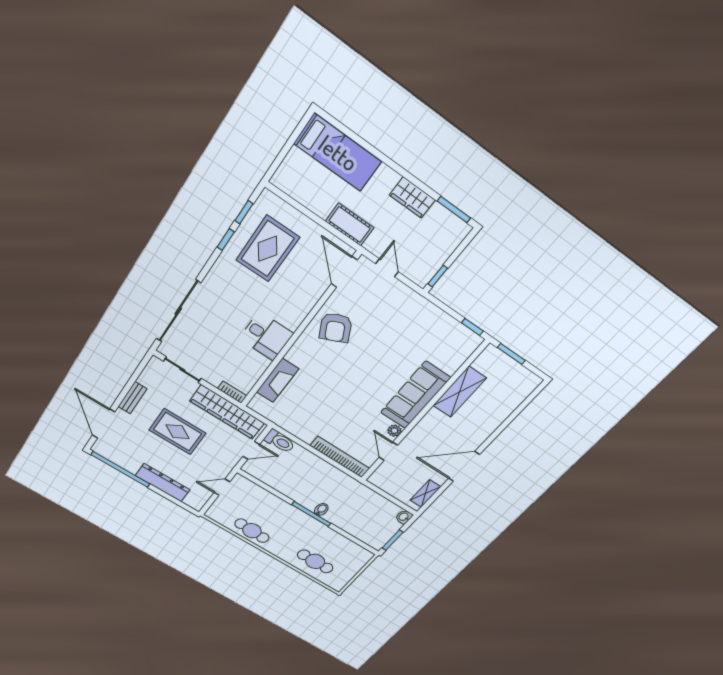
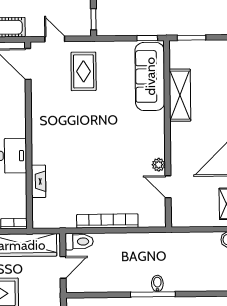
rug: (391, 314) -> (84, 71), added
armchair: (335, 328) -> (52, 111), removed
fireplace: (278, 380) -> (39, 181), width x0.73, depth x0.76
sofa: (415, 395) -> (150, 76), moved
bookcase: (340, 457) -> (107, 221), moved

